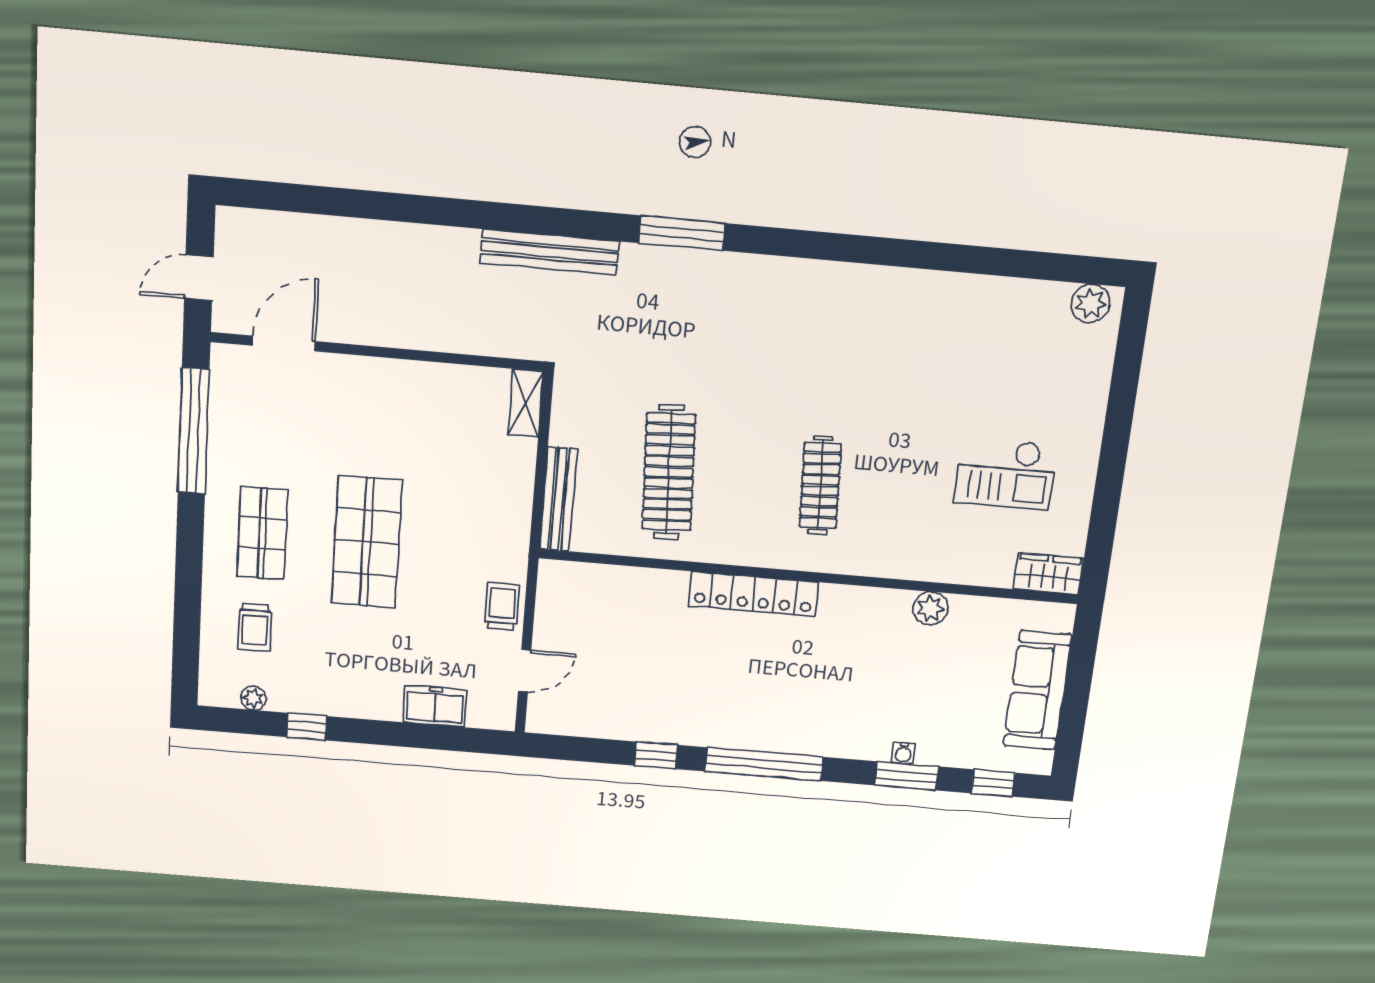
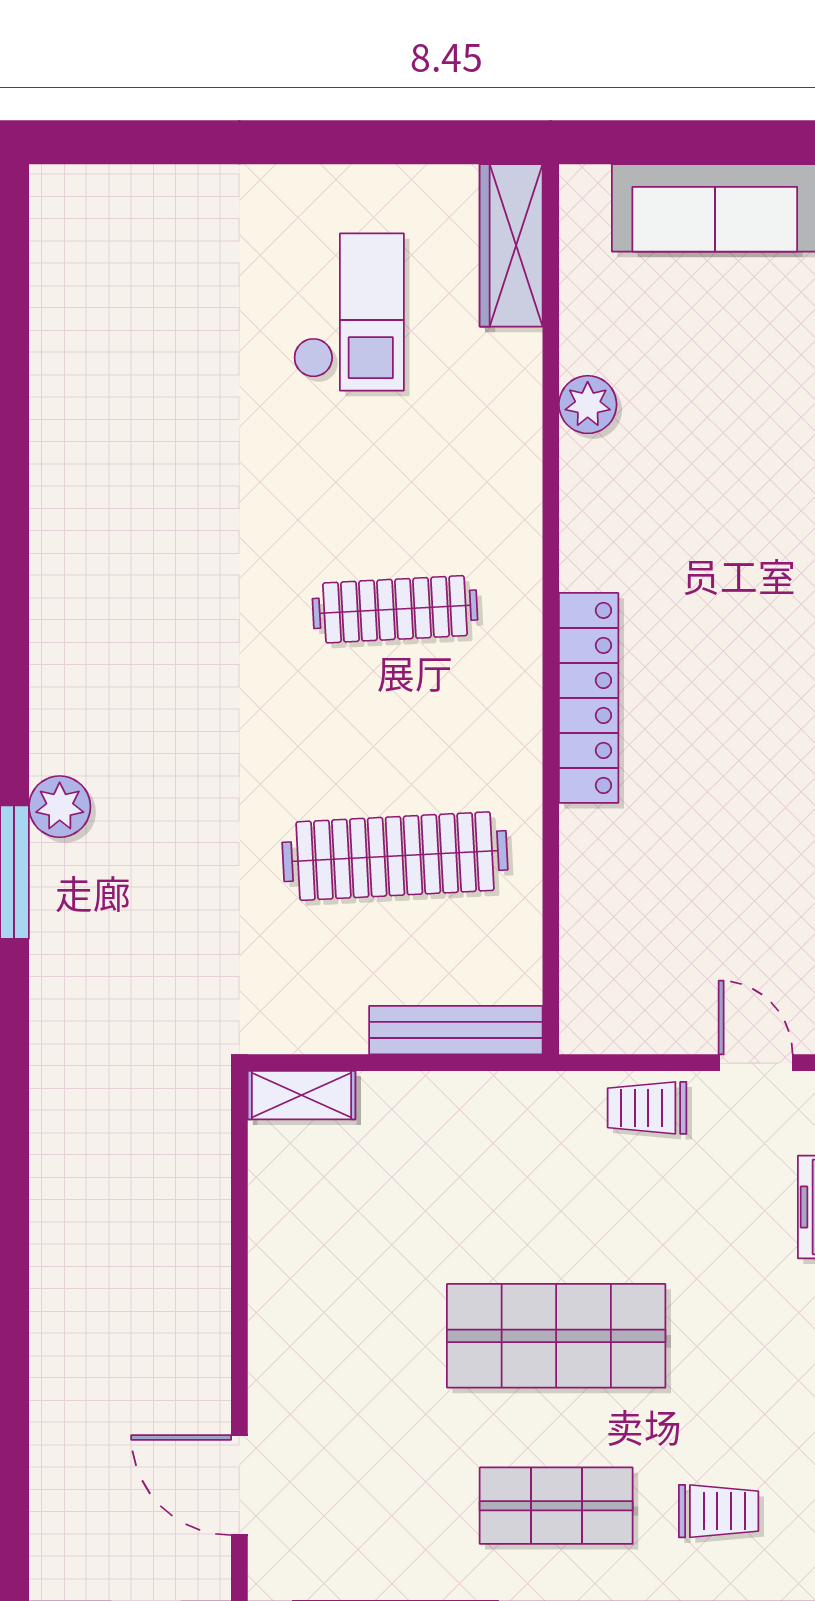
bench: (550, 252) -> (56, 1076), removed
plant: (1091, 303) -> (60, 807), moved
wardrobe: (1049, 574) -> (511, 245), width x1.50

